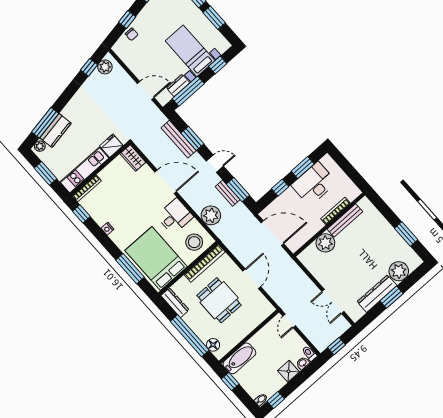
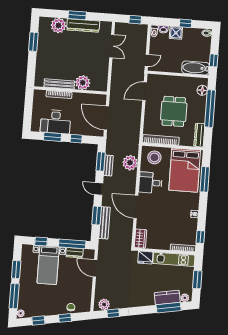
door: (252, 279) -> (145, 91), moved
window: (276, 400) -> (185, 23), moved

